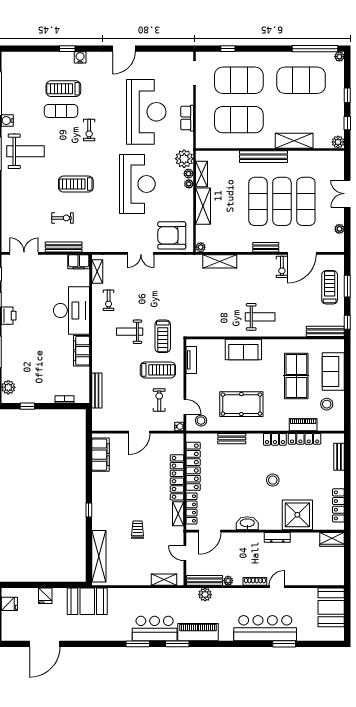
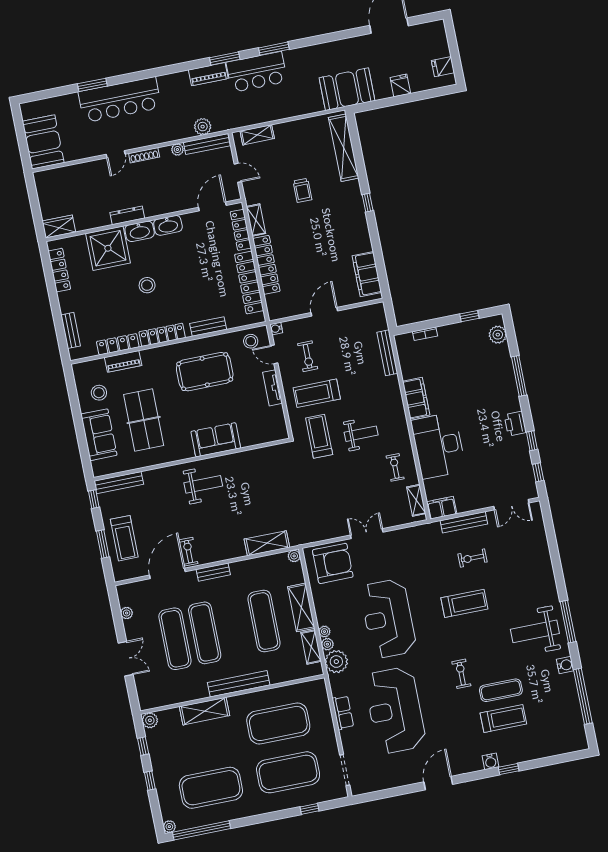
exercise mat: (258, 201) -> (264, 621), moved
weight bench: (260, 317) -> (203, 484), turned 180
tv unit: (191, 360) -> (273, 388), moved
locker: (275, 439) -> (162, 335), width x1.53
washbasin: (270, 523) -> (140, 231), added
piano: (198, 632) -> (208, 74), width x0.73, depth x0.75

